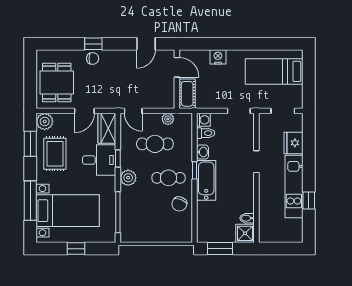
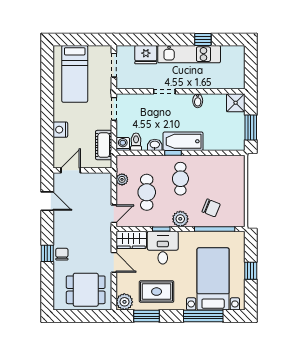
cot: (187, 94) -> (104, 145), moved, turned 90
chair: (179, 204) -> (211, 208), moved
bidet: (247, 218) -> (198, 101), moved

